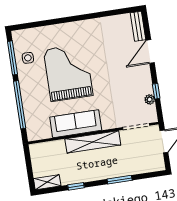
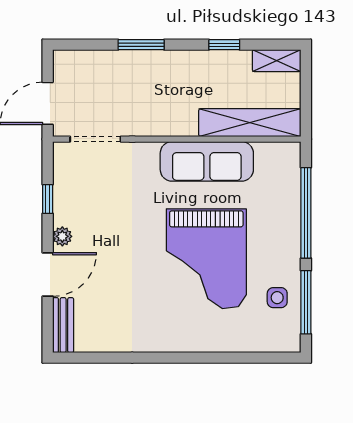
plant: (150, 99) -> (62, 236), moved
shelving: (93, 142) -> (250, 123), moved

